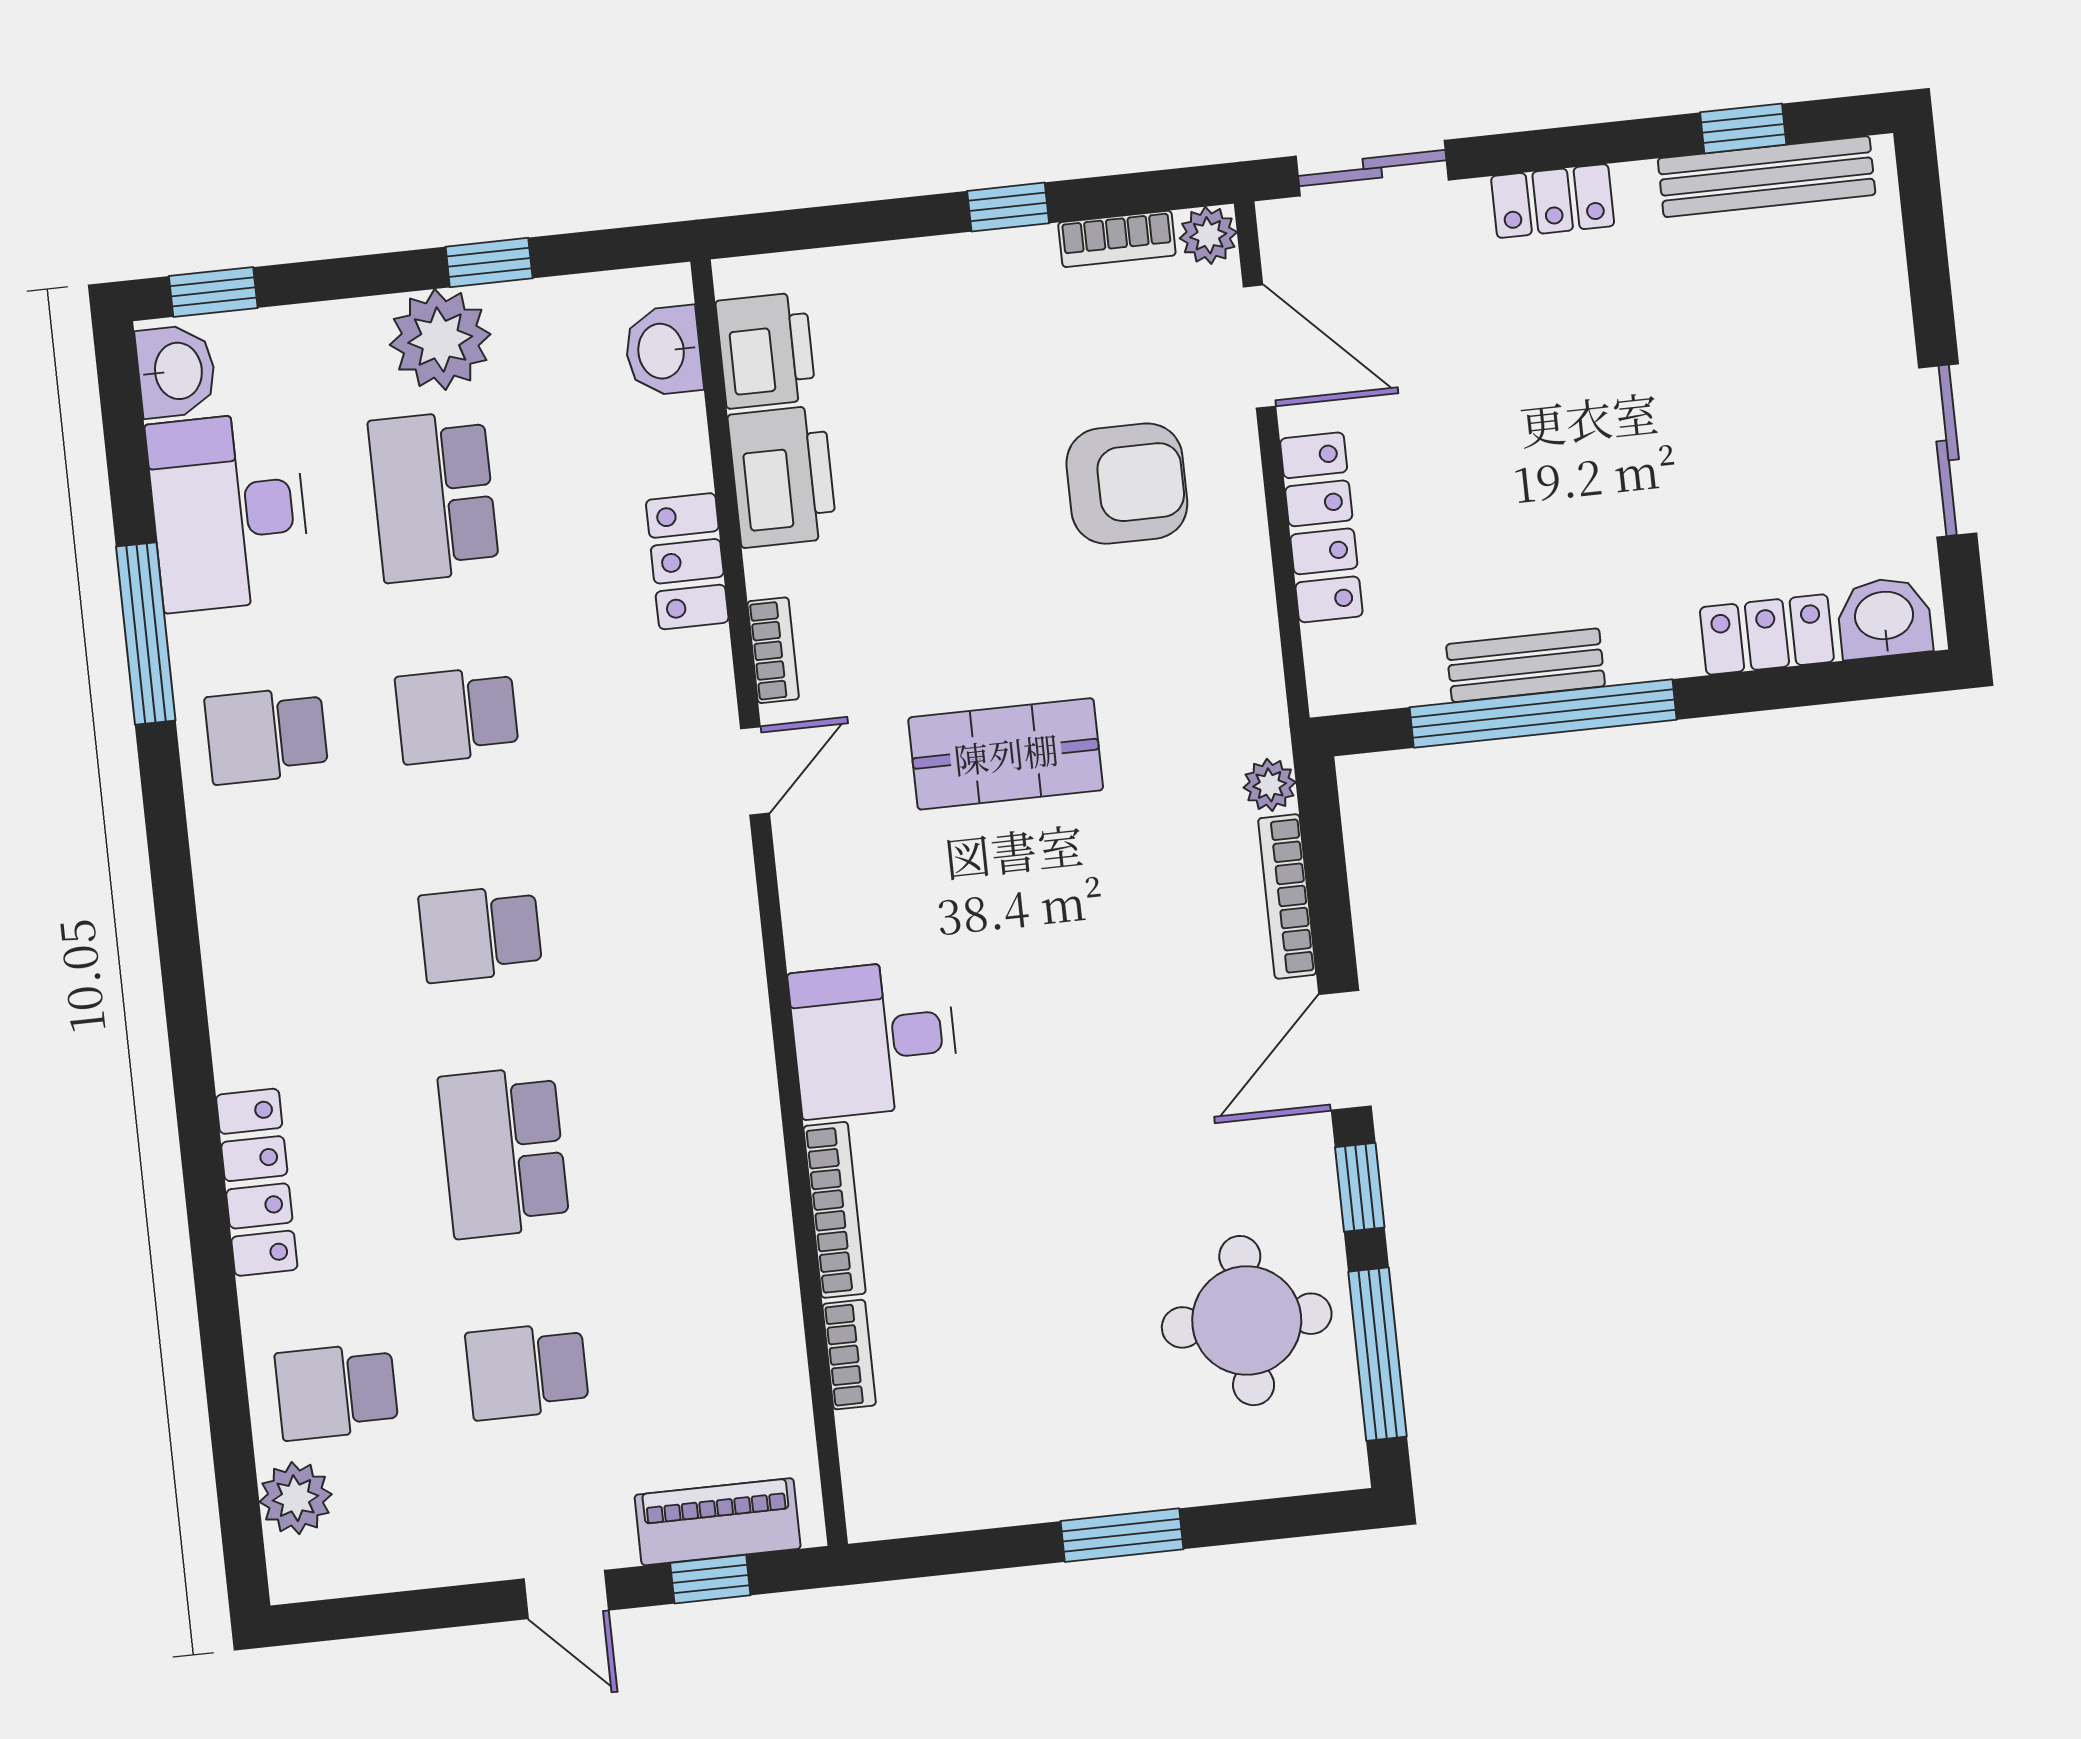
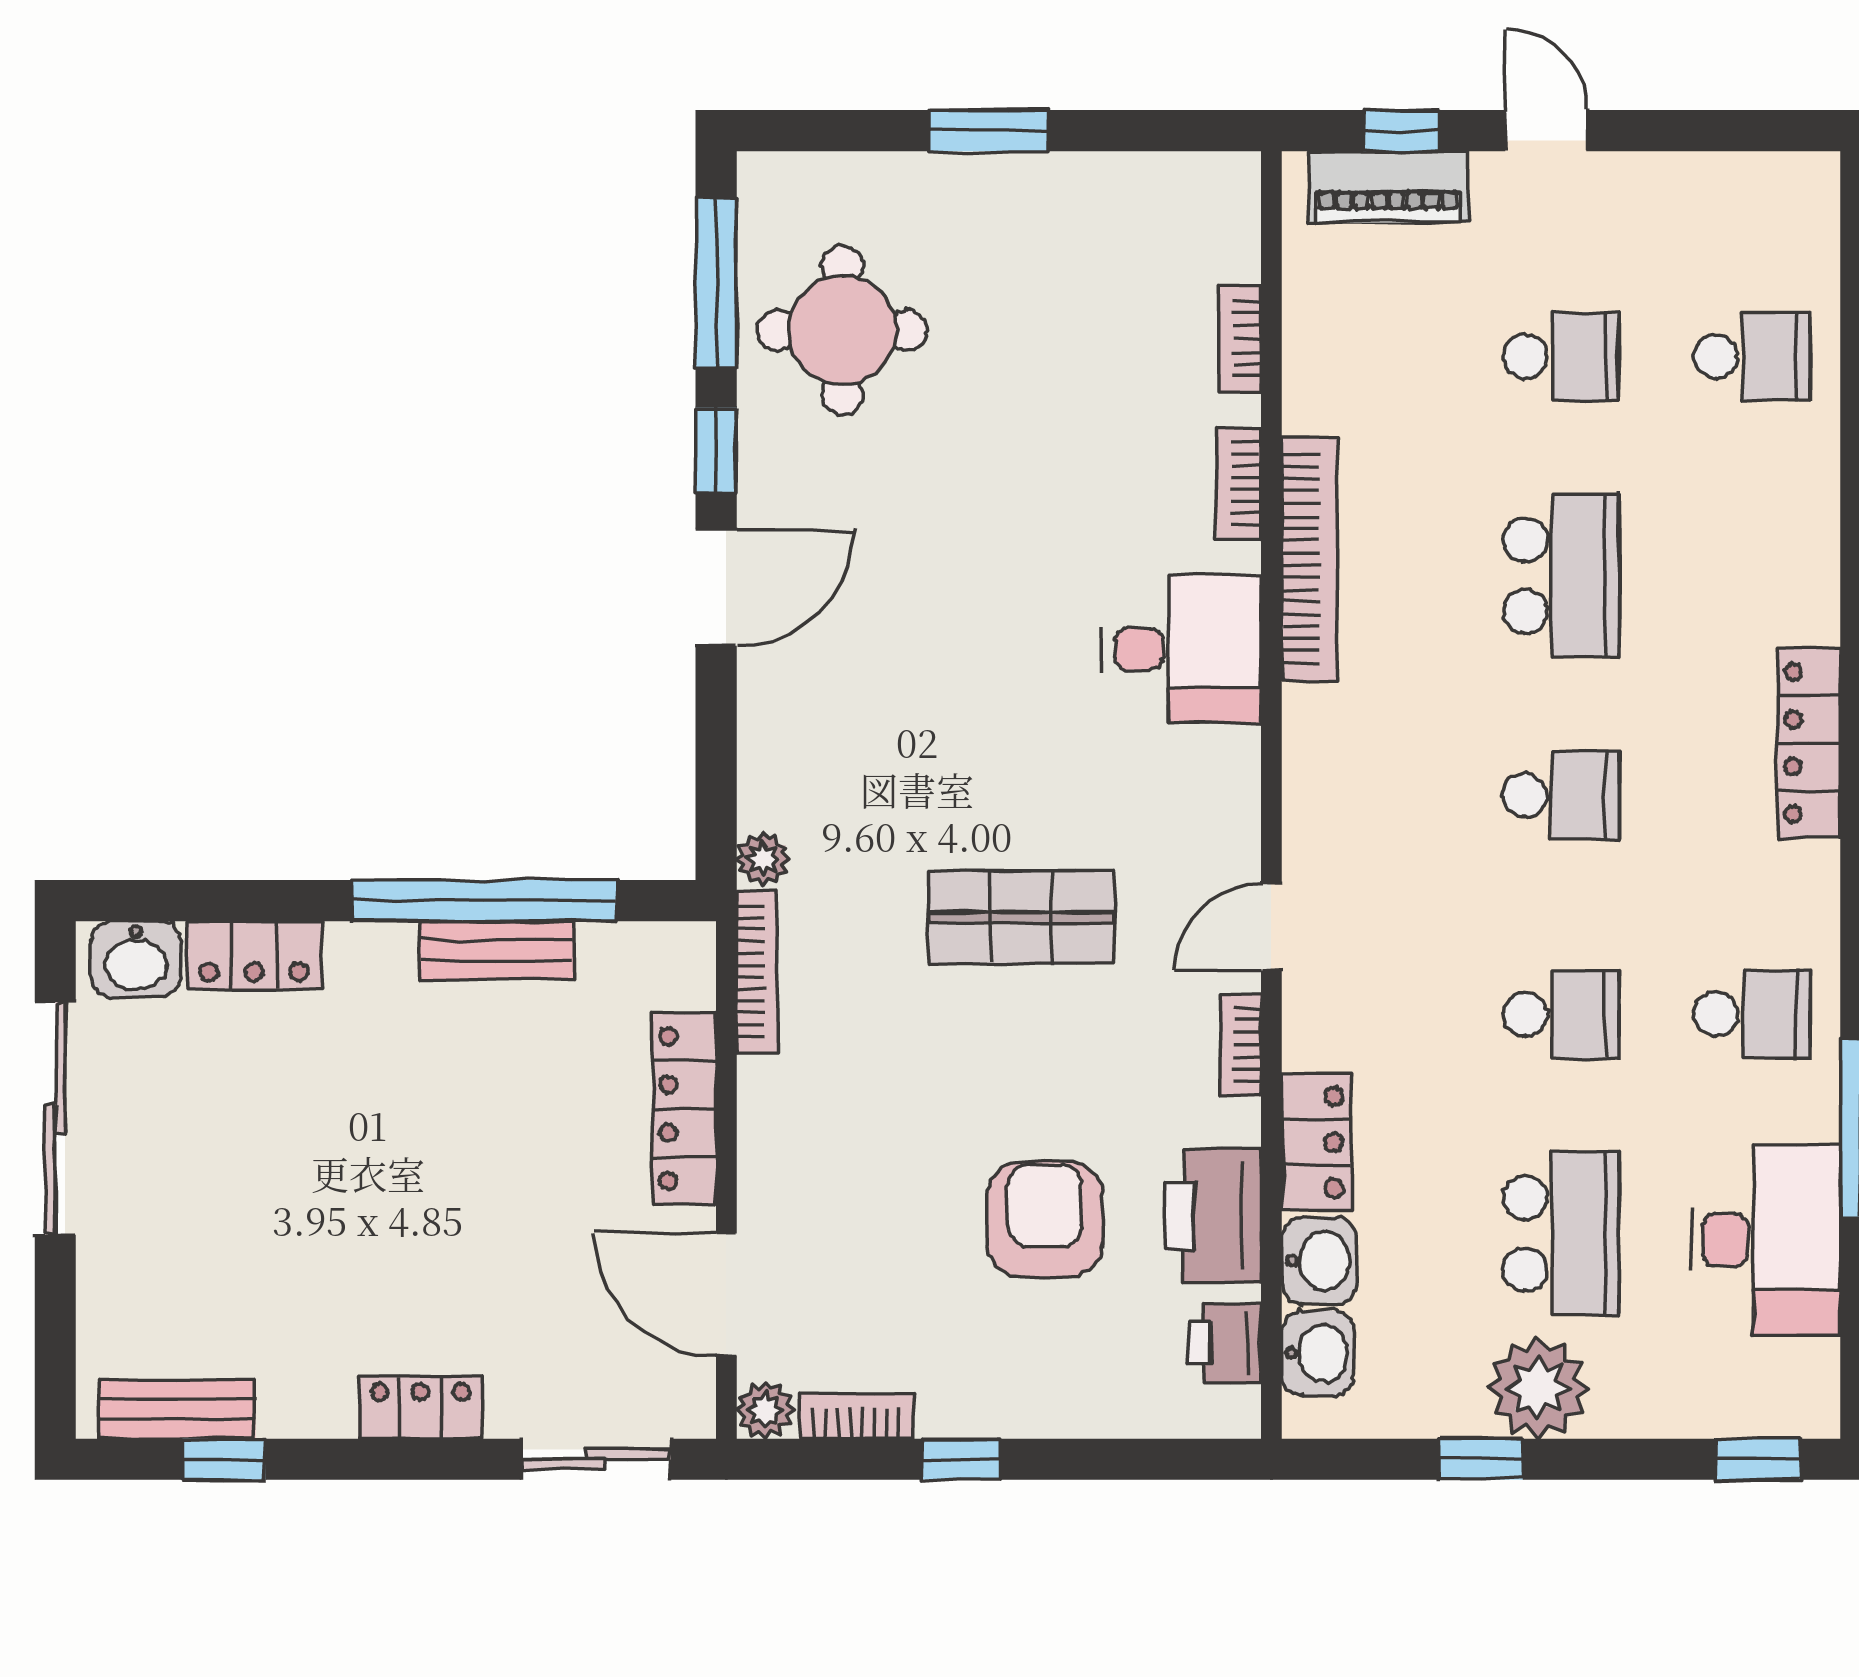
bench: (1767, 177) -> (177, 1409), width x0.73
printer: (766, 350) -> (1225, 1343), width x0.73, depth x0.81
washbasin: (176, 371) -> (1319, 1261), moved, turned 180
sliding door: (1948, 450) -> (55, 1119), width x1.37
armchair: (1127, 484) -> (1045, 1219), moved, turned 90
bookcase: (1287, 896) -> (757, 971), moved
bookcase: (756, 1142) -> (1309, 559), added
locker: (257, 1182) -> (1809, 743), moved
bookcase: (835, 1210) -> (1239, 484), width x0.64
plant: (296, 1498) -> (1804, 255), removed

